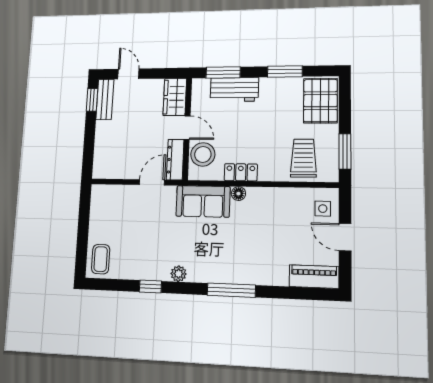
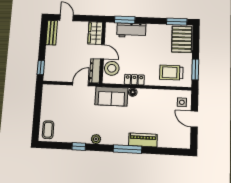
window: (285, 72) -> (177, 22), moved
window: (92, 100) -> (41, 67), moved
trolley: (303, 158) -> (171, 73), turned -90
piano: (314, 277) -> (143, 140), moved

